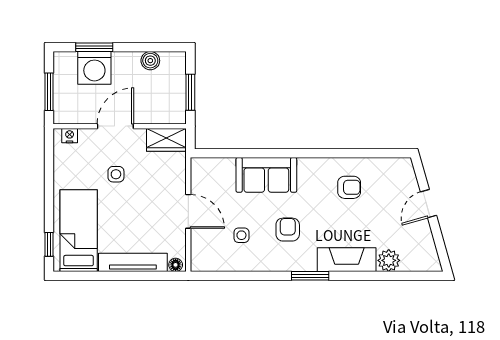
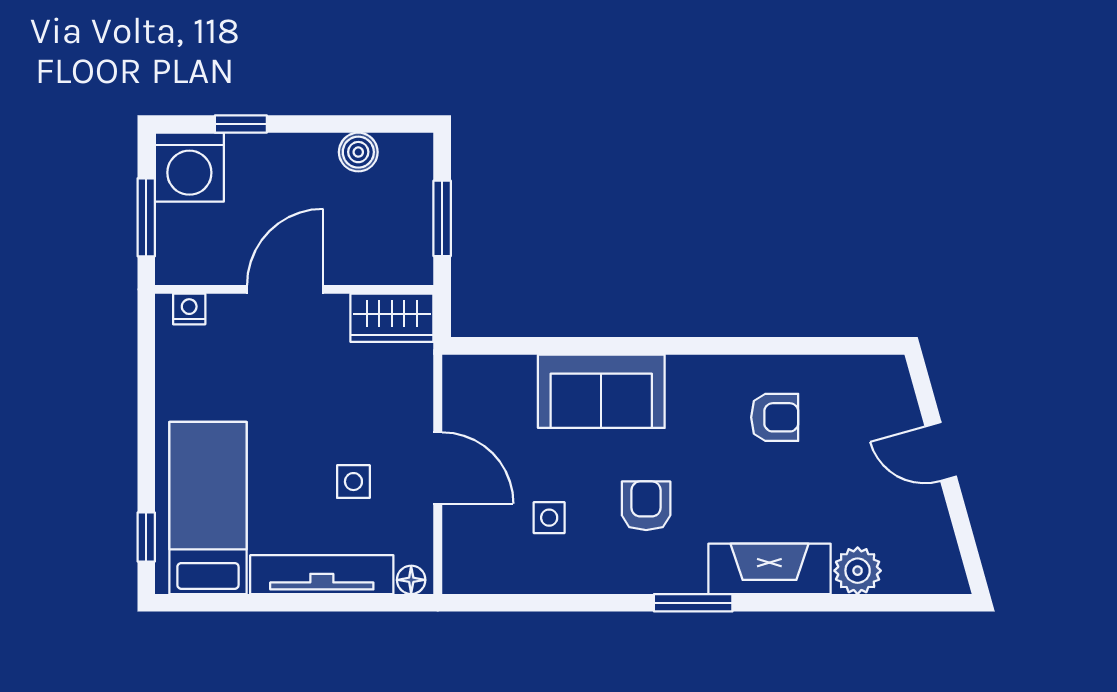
window: (94, 47) -> (241, 124), width x0.67
washing machine: (94, 68) -> (189, 167), moved
side table: (116, 174) -> (353, 482), moved
door: (428, 204) -> (941, 452), hinge flipped

